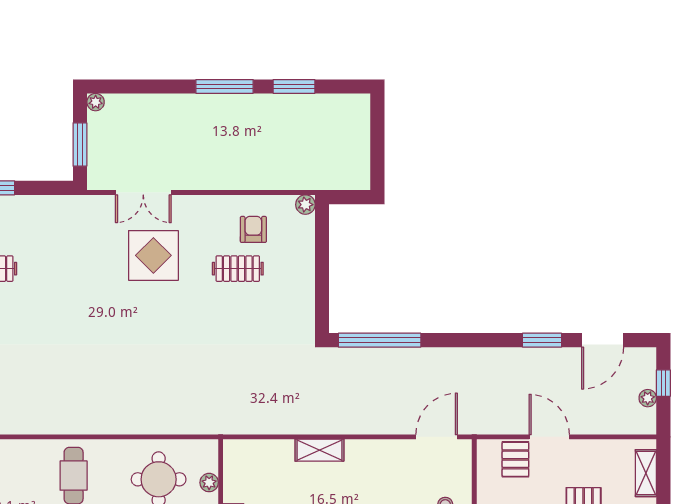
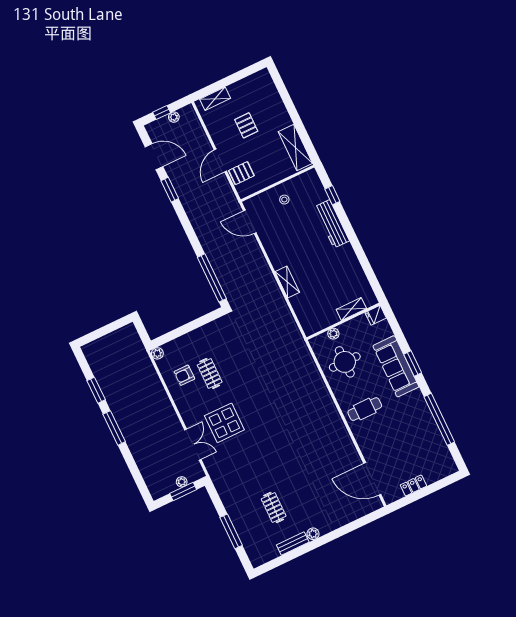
plant: (96, 102) -> (182, 482), moved

